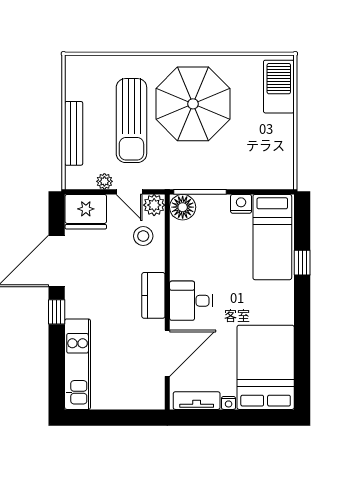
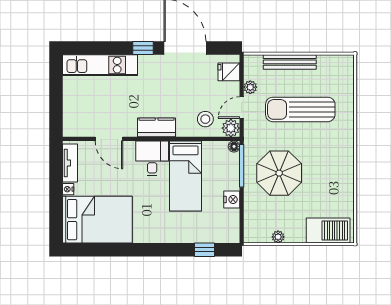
parasol: (193, 104) -> (279, 173), moved, width x0.73, depth x0.73
plant: (287, 147) -> (278, 237), added
floor lamp: (183, 207) -> (234, 146), width x0.53, depth x0.53
fridge: (86, 212) -> (229, 72), width x0.53, depth x0.75
bed: (272, 237) -> (186, 176), moved, turned -90
window: (302, 263) -> (205, 250), moved
door: (167, 353) -> (109, 139), width x0.73

